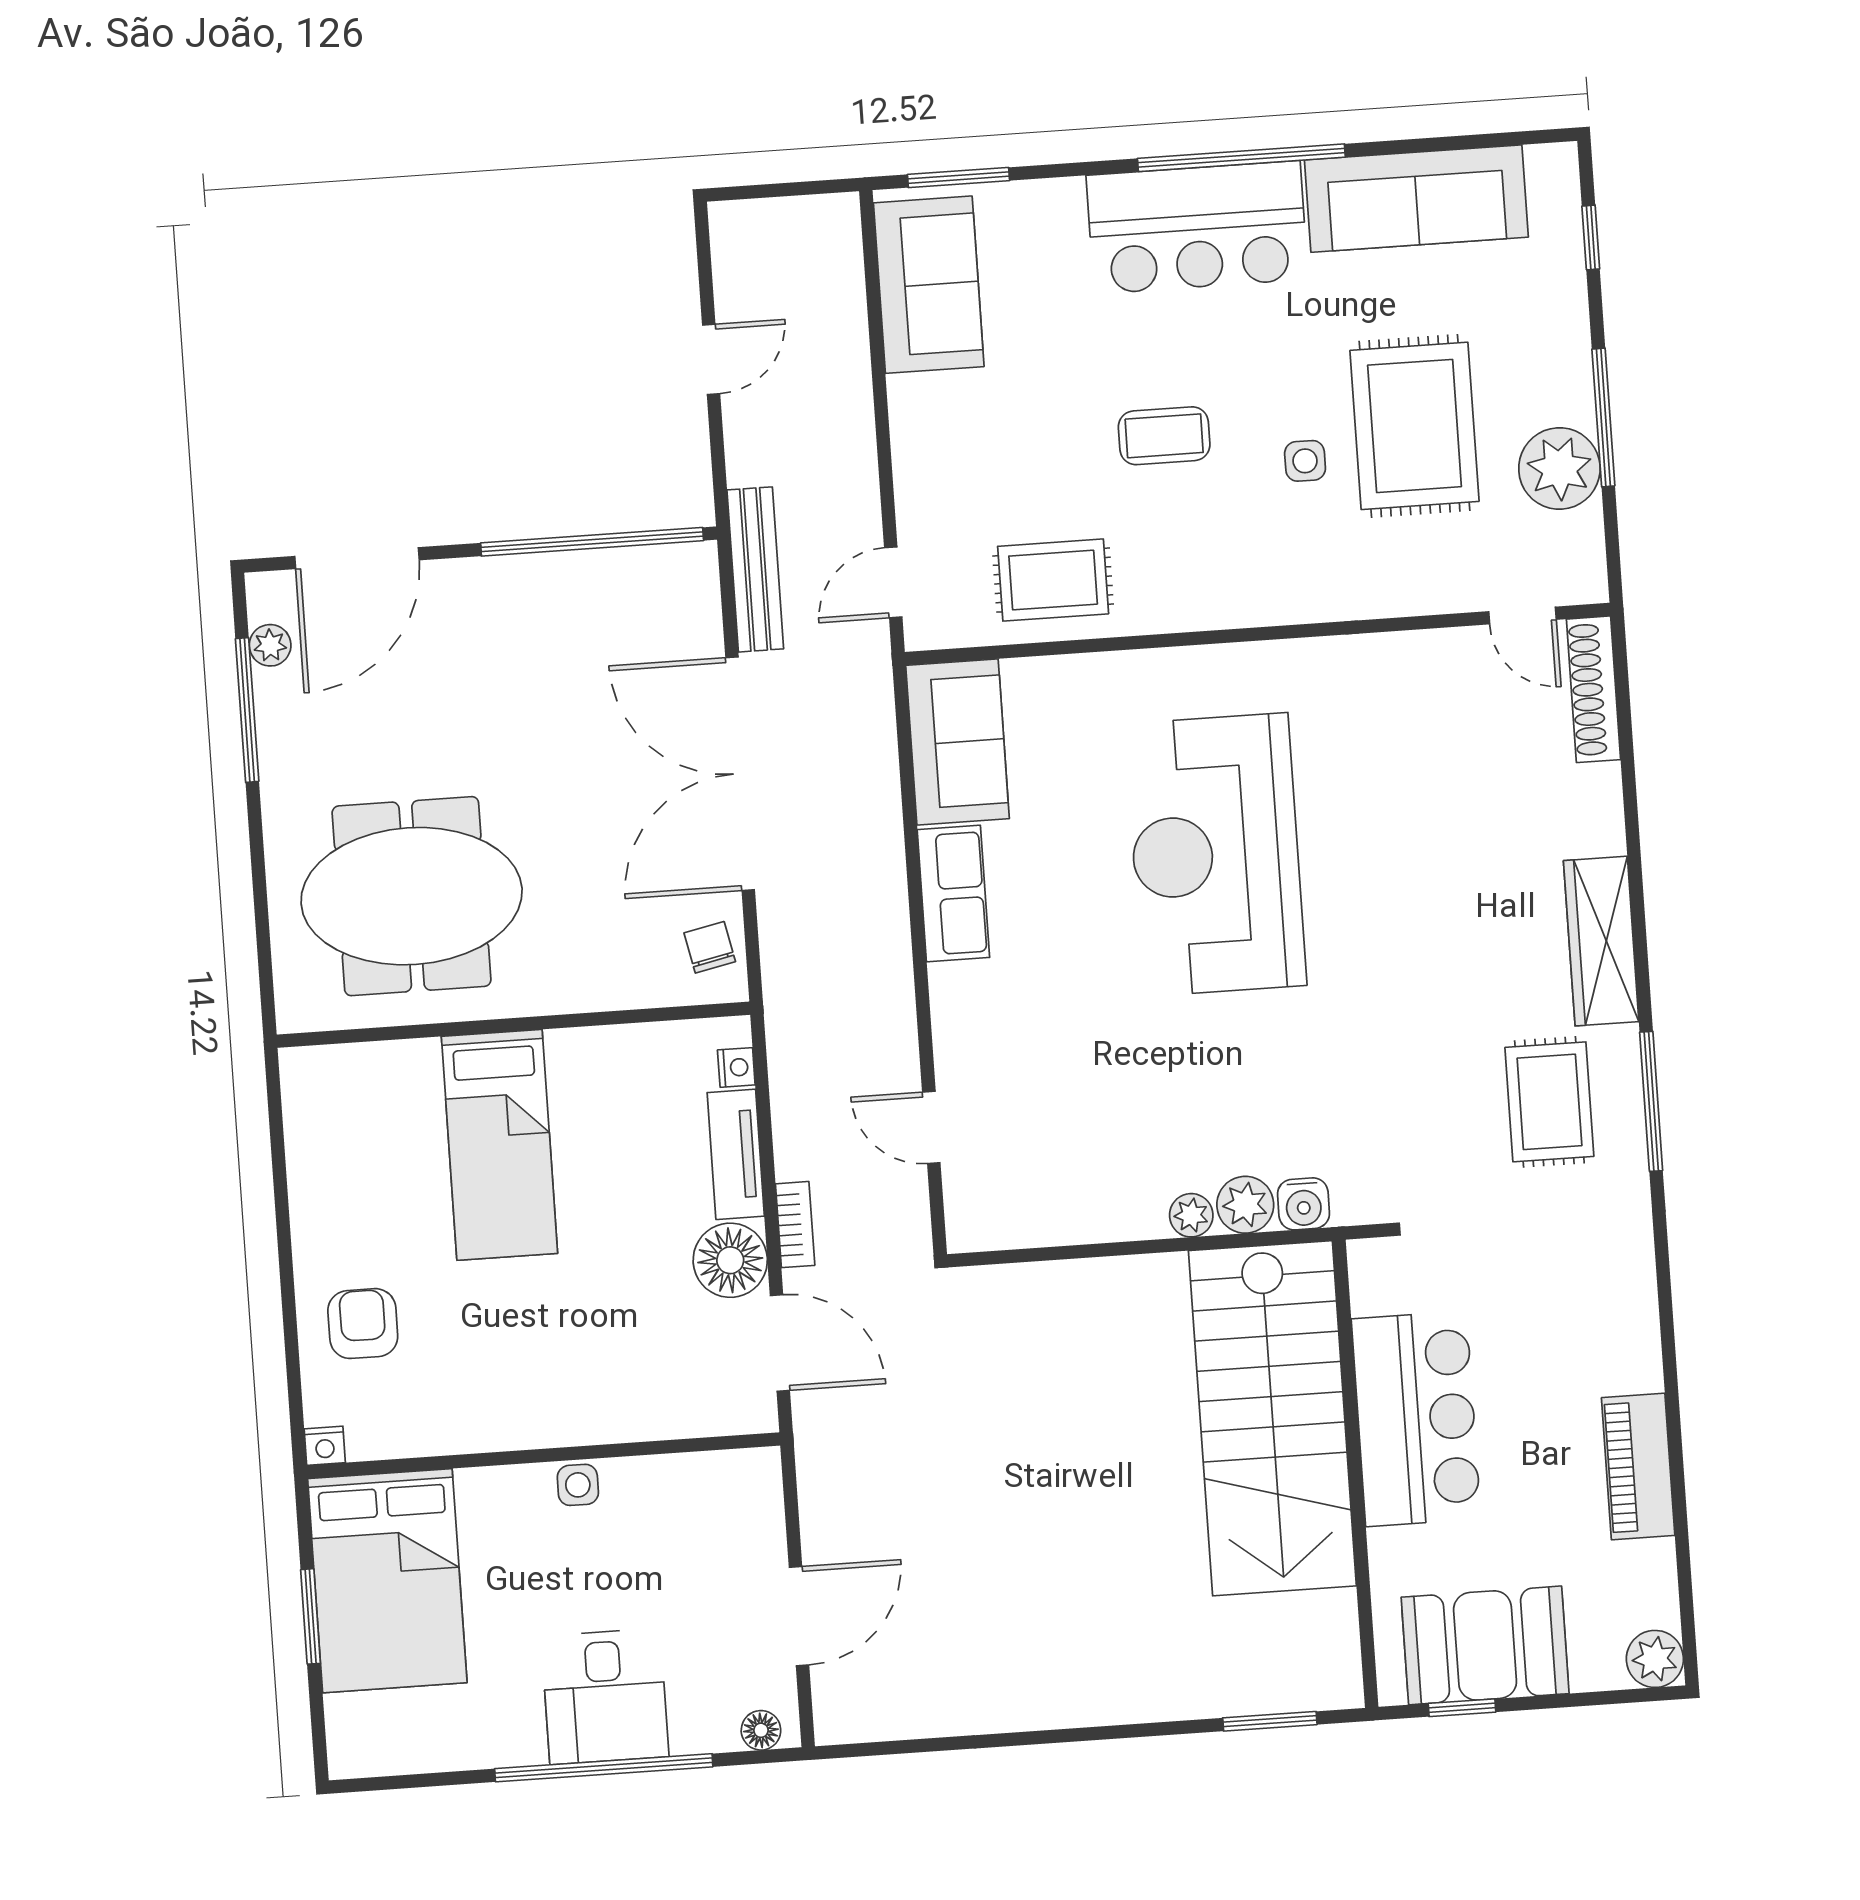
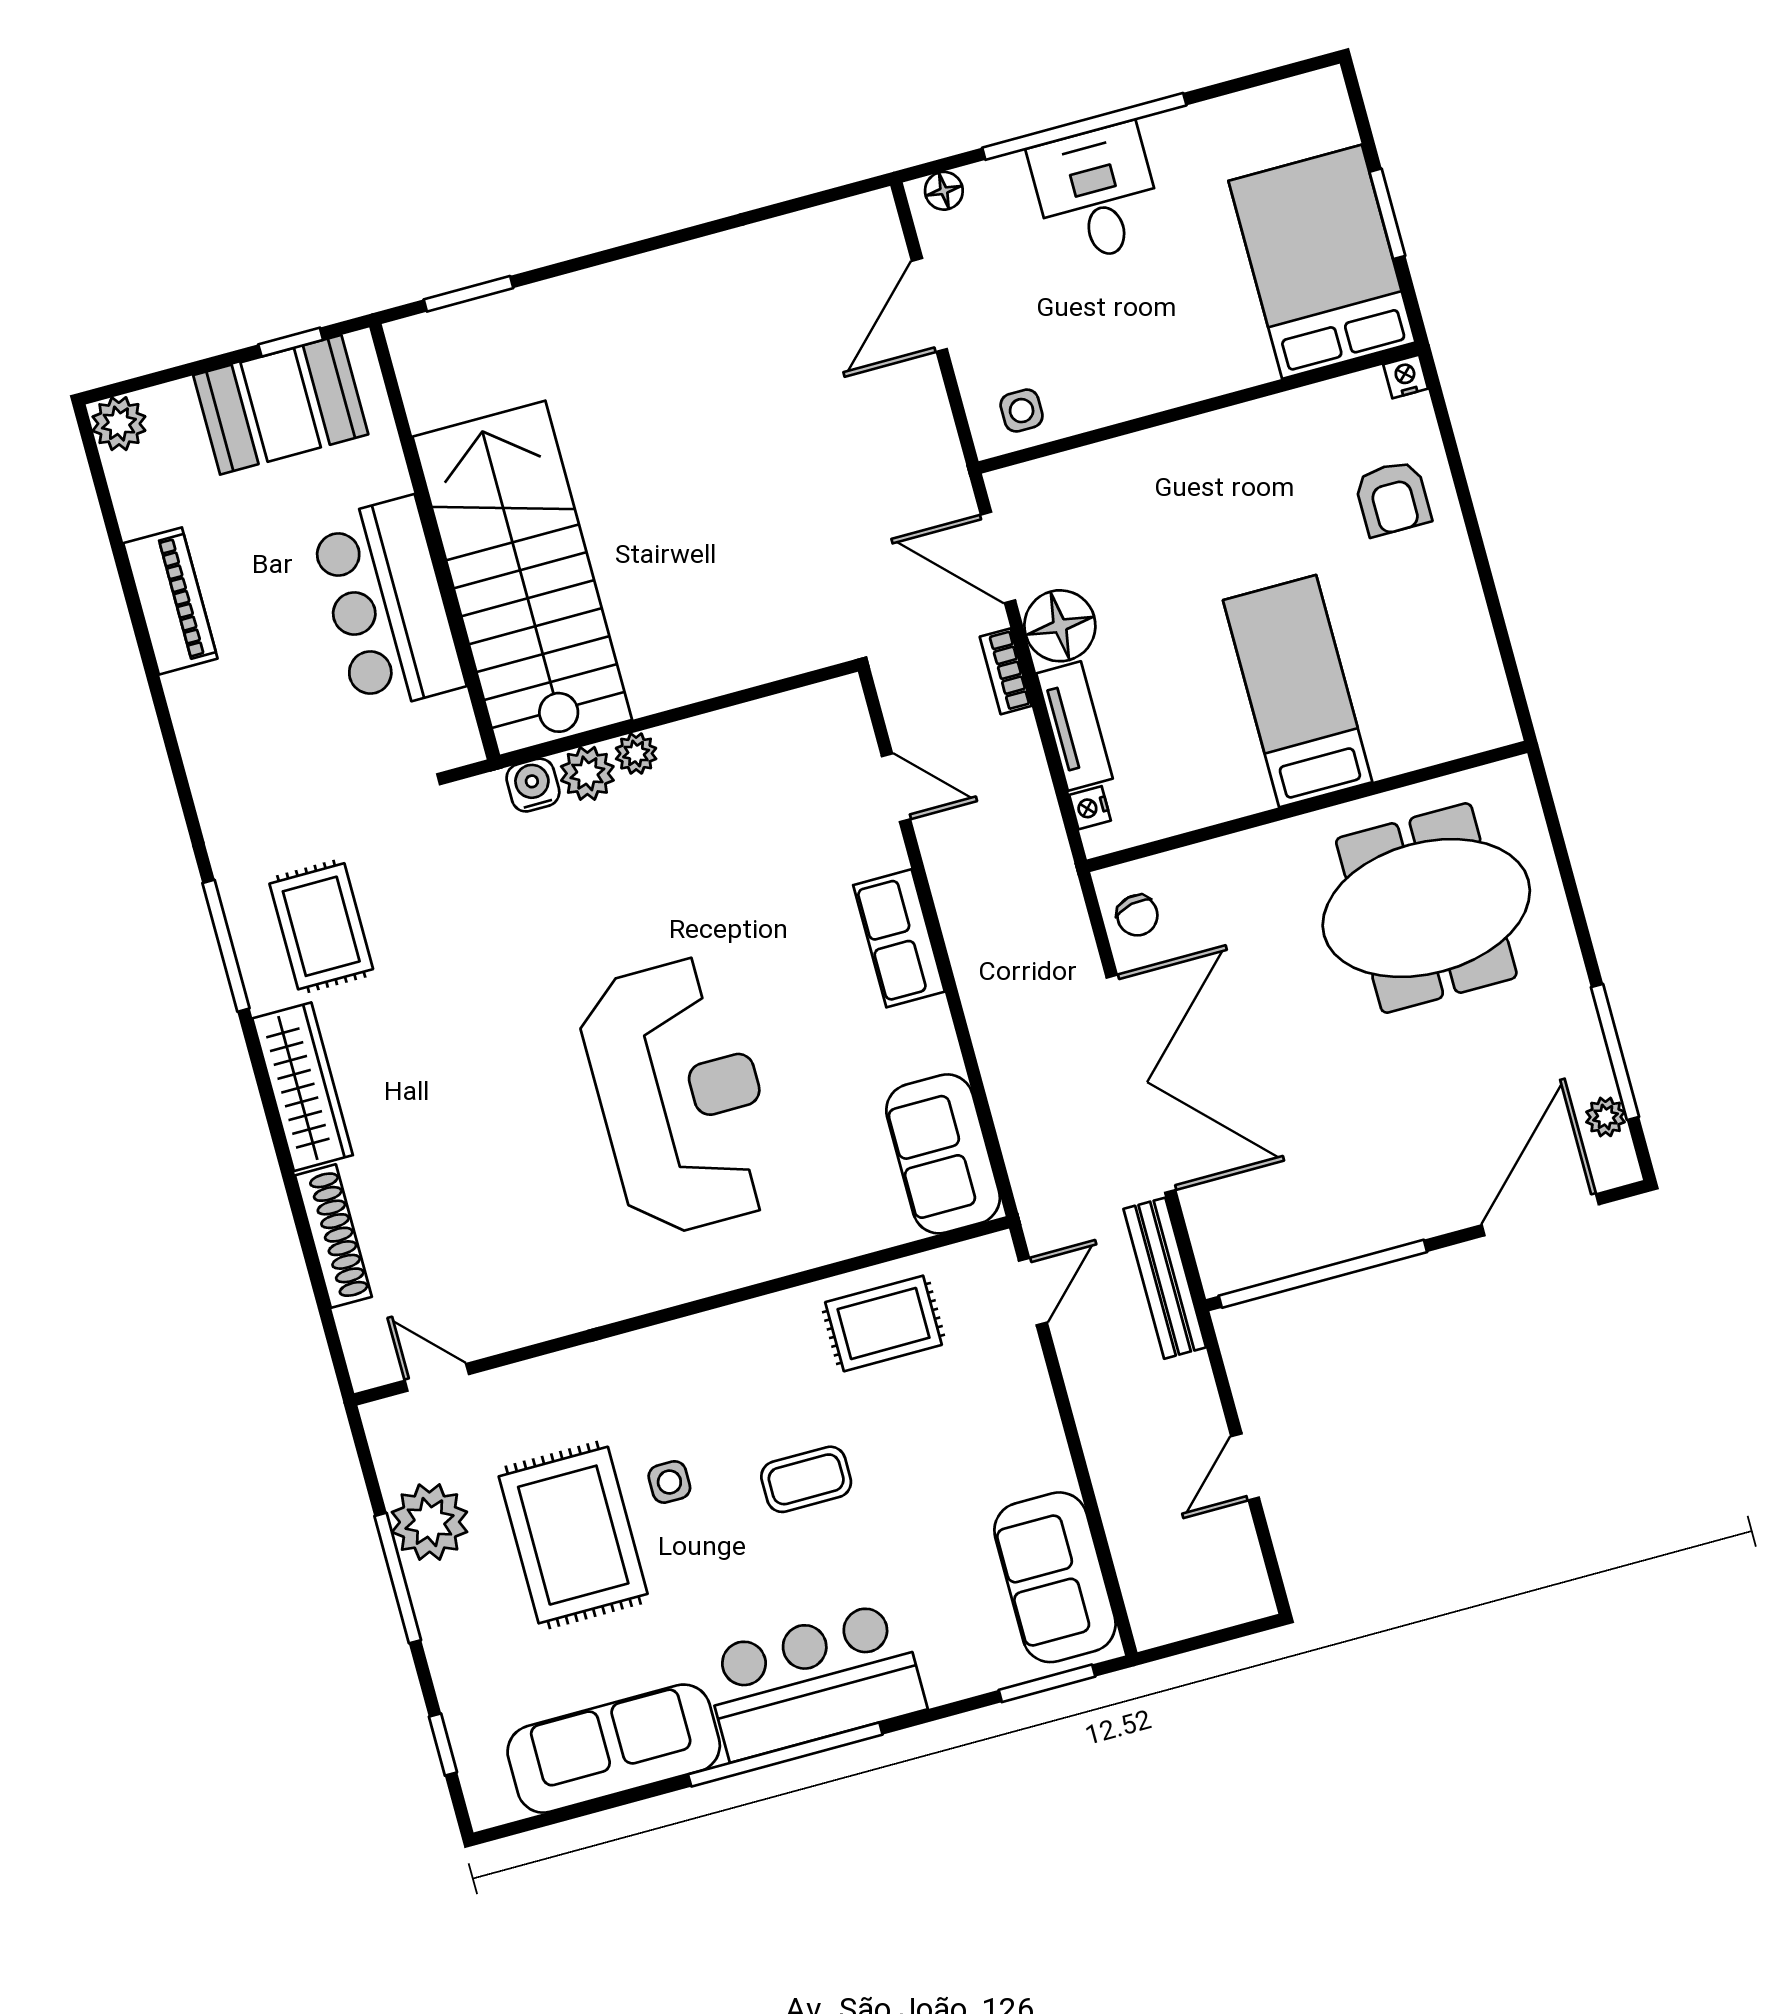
shoe rack: (1593, 689) -> (333, 1236), moved
row of seats: (953, 894) -> (899, 938), moved
side table: (578, 1485) -> (1022, 411), moved

